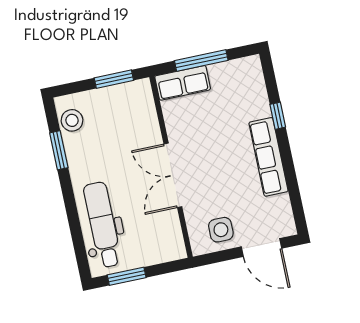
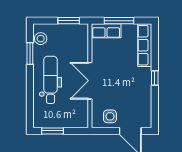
window: (278, 116) -> (155, 78), moved
row of seats: (268, 157) -> (145, 45), moved
dental chair: (102, 225) -> (51, 80), moved

